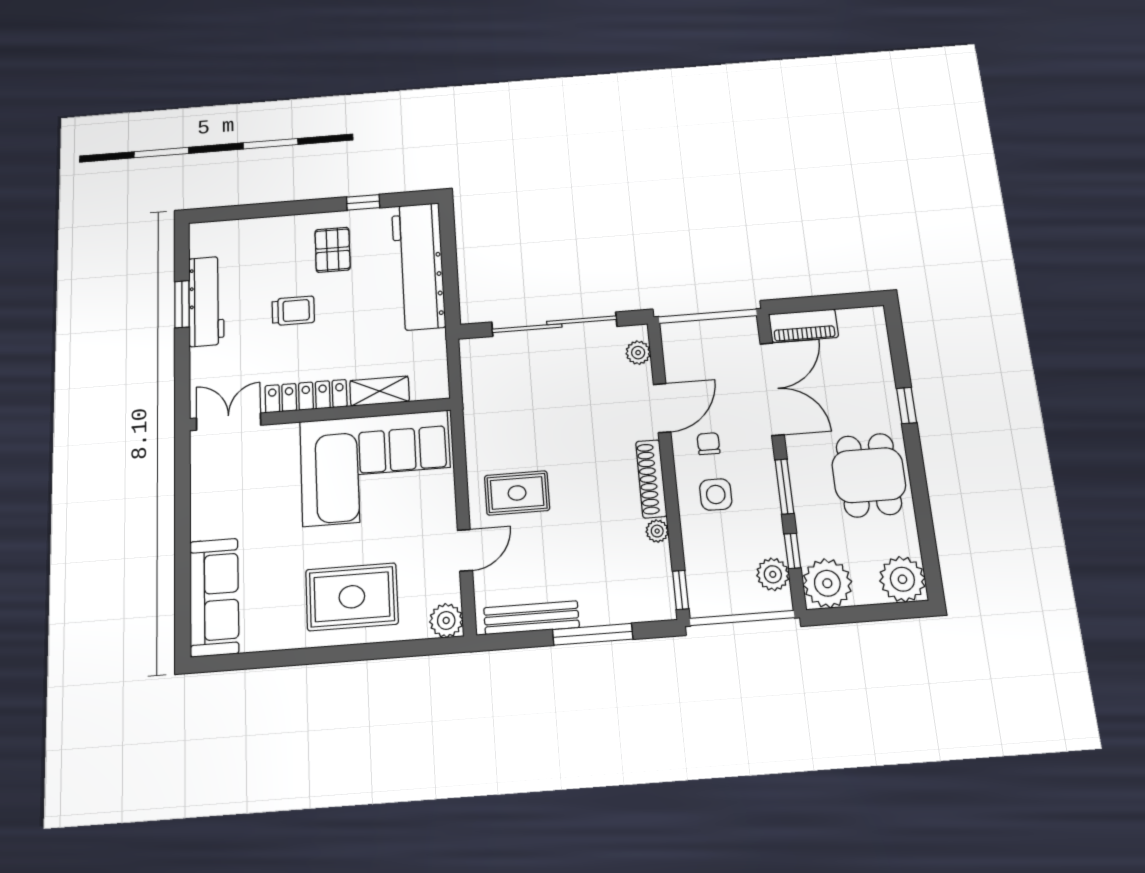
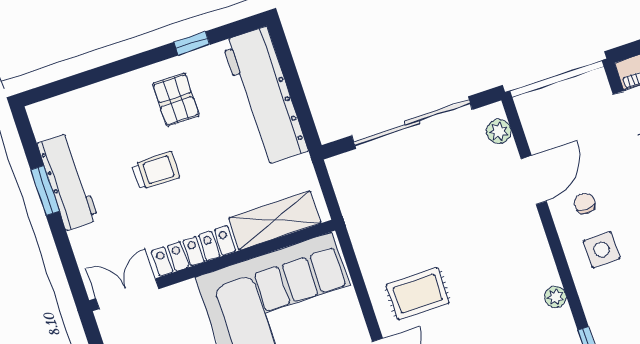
shelving: (380, 391) -> (275, 220), width x1.50, depth x1.33
shoe rack: (651, 479) -> (539, 250), removed

